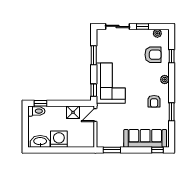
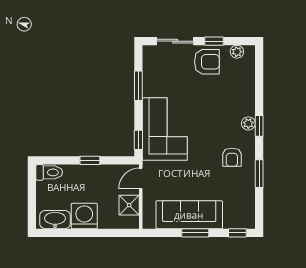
armchair: (153, 55) -> (207, 62), moved
window: (172, 56) -> (259, 126), moved
window: (41, 103) -> (90, 160), moved
shower: (73, 112) -> (129, 205), moved
sofa: (145, 138) -> (189, 215), moved
window: (112, 150) -> (195, 233), moved

